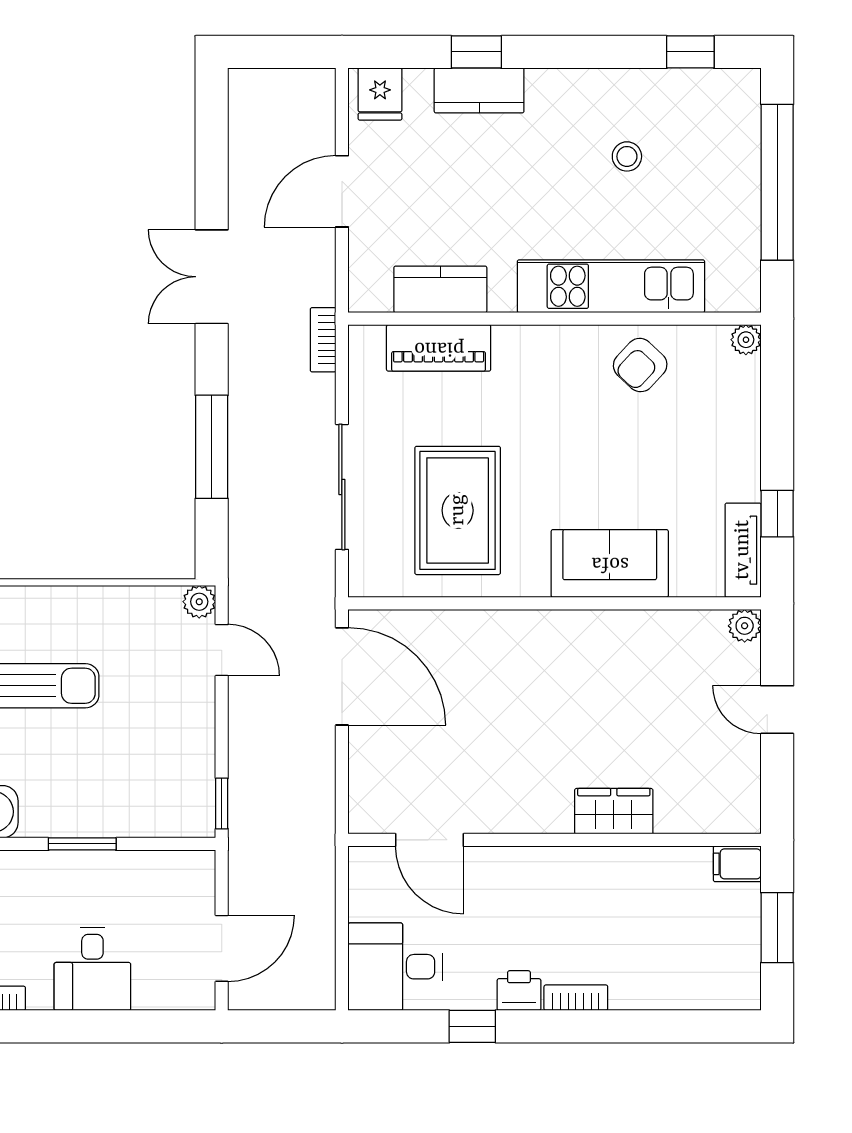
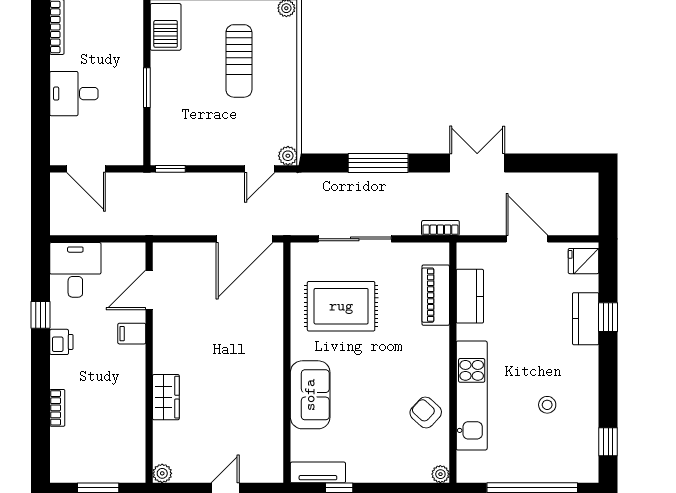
plant: (745, 626) -> (162, 473), moved
filing cabinet: (737, 864) -> (132, 334), moved, turned -90
bookcase: (576, 998) -> (57, 408), moved

